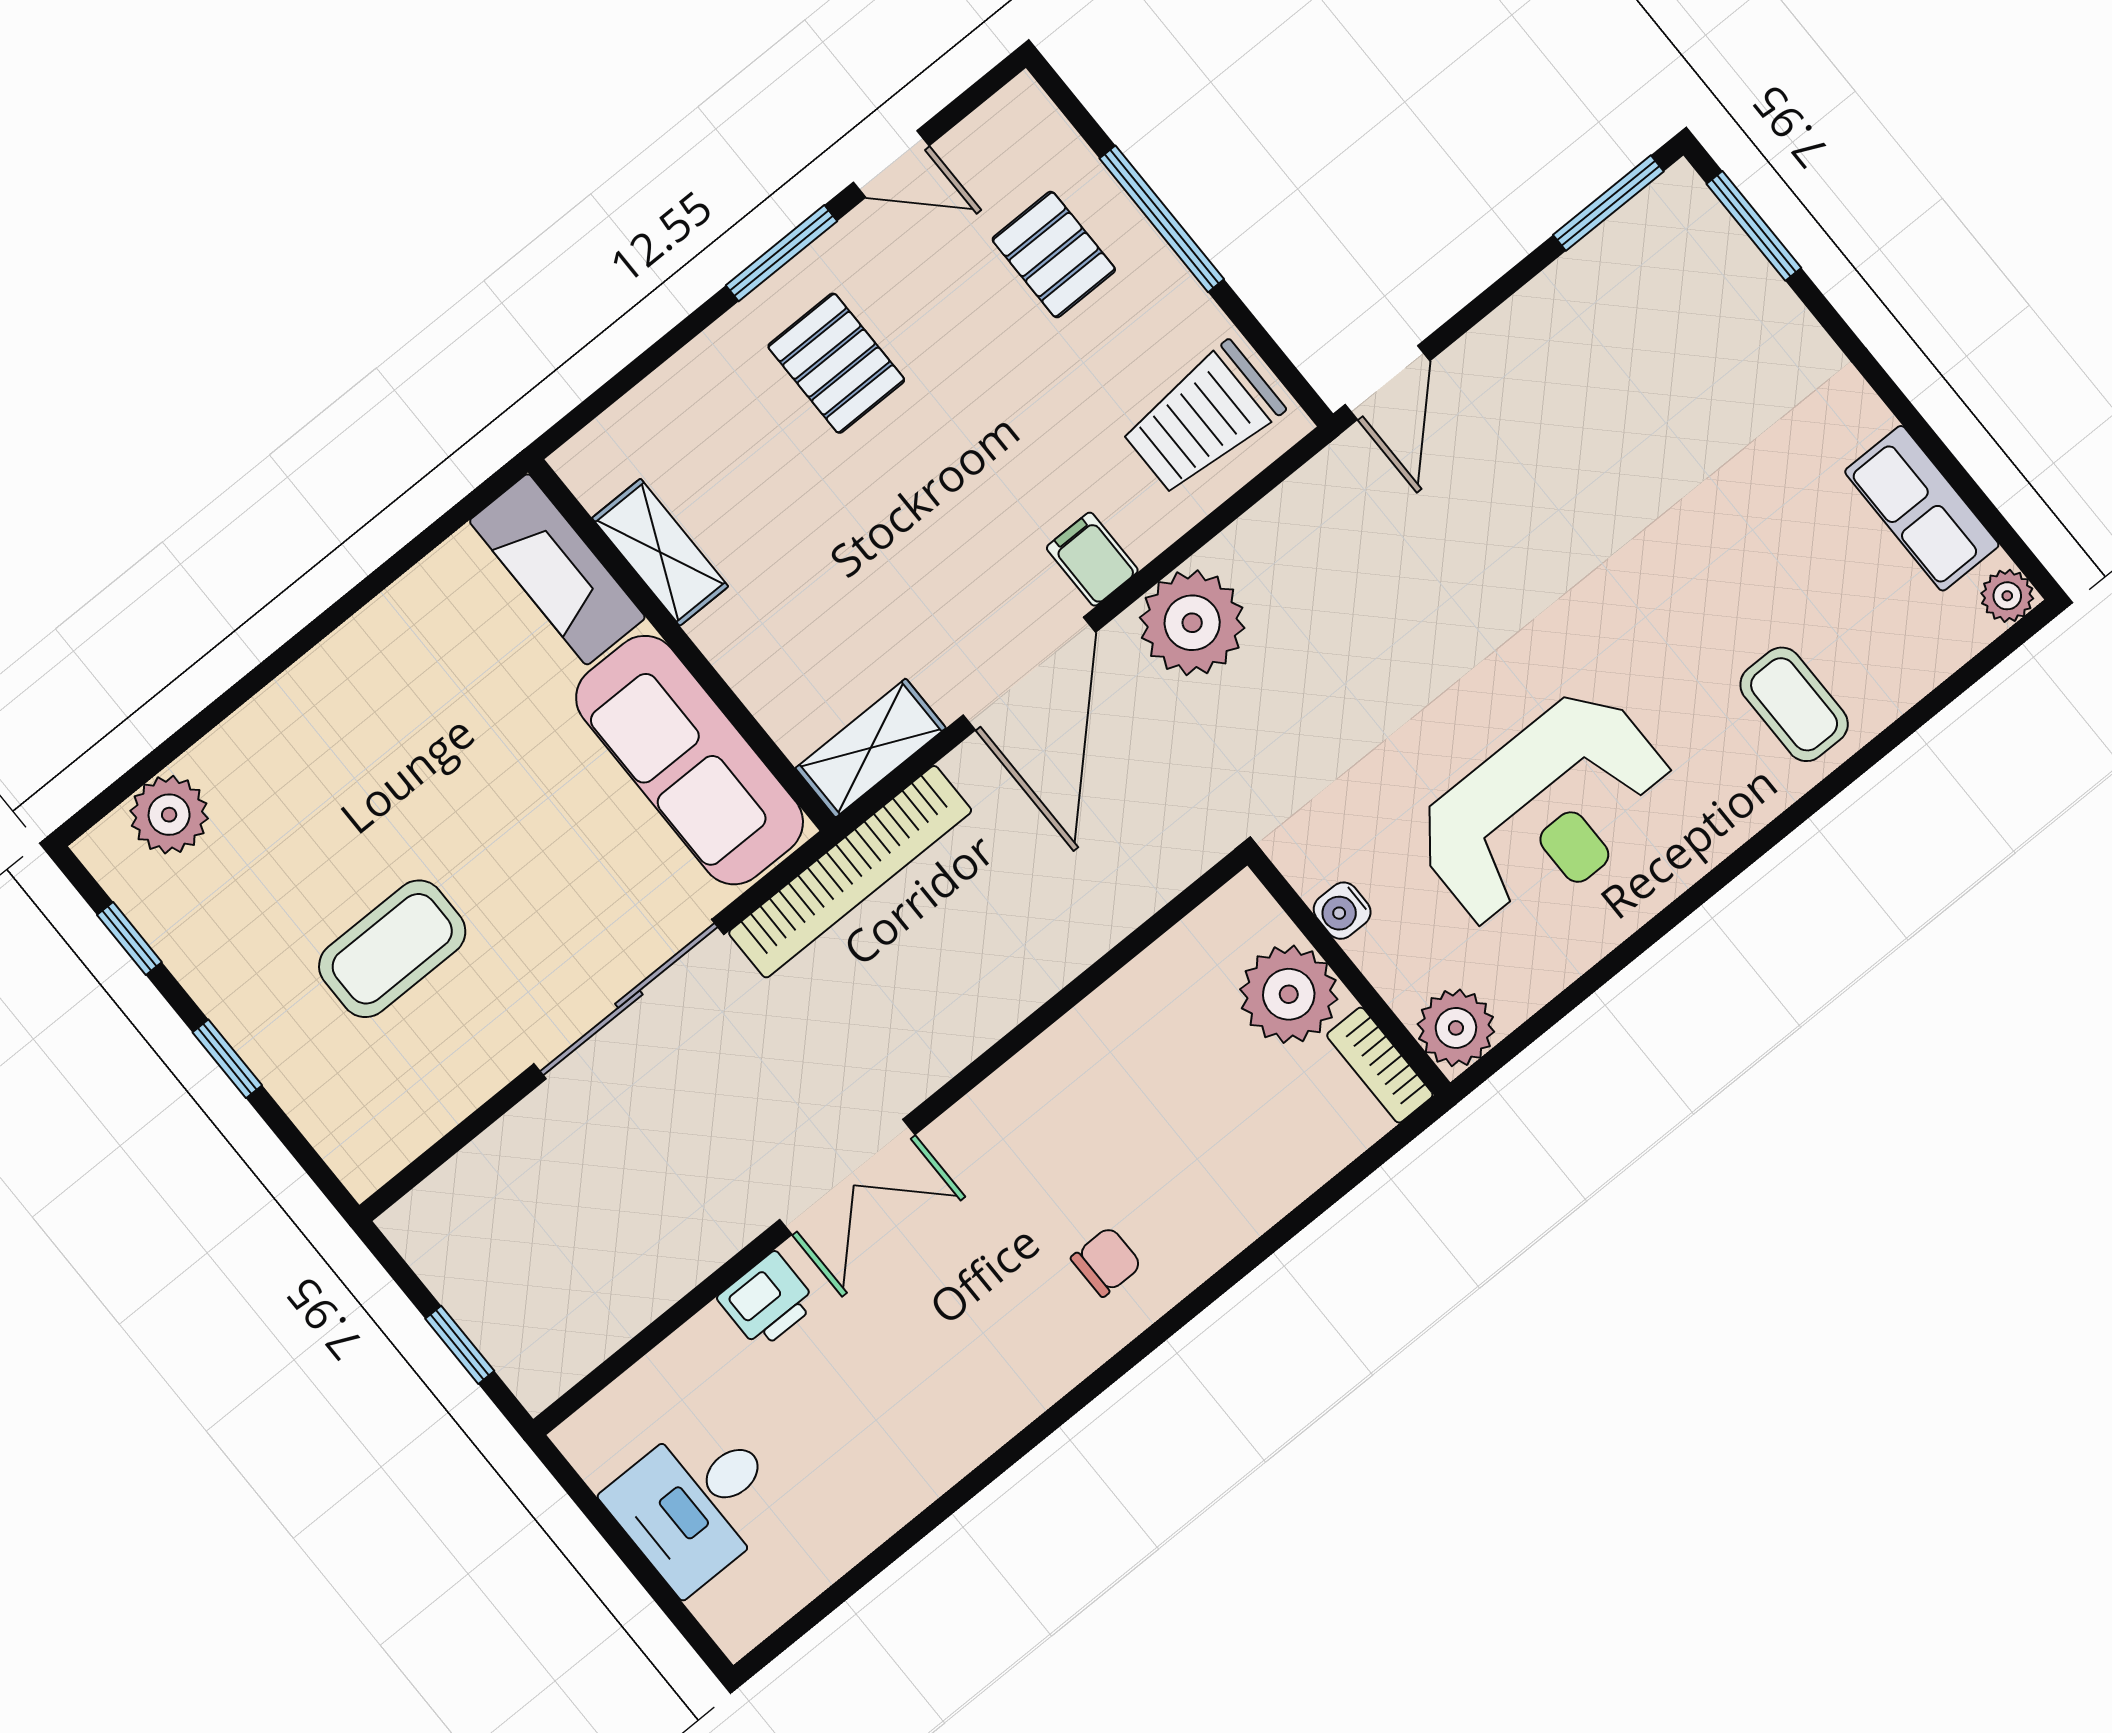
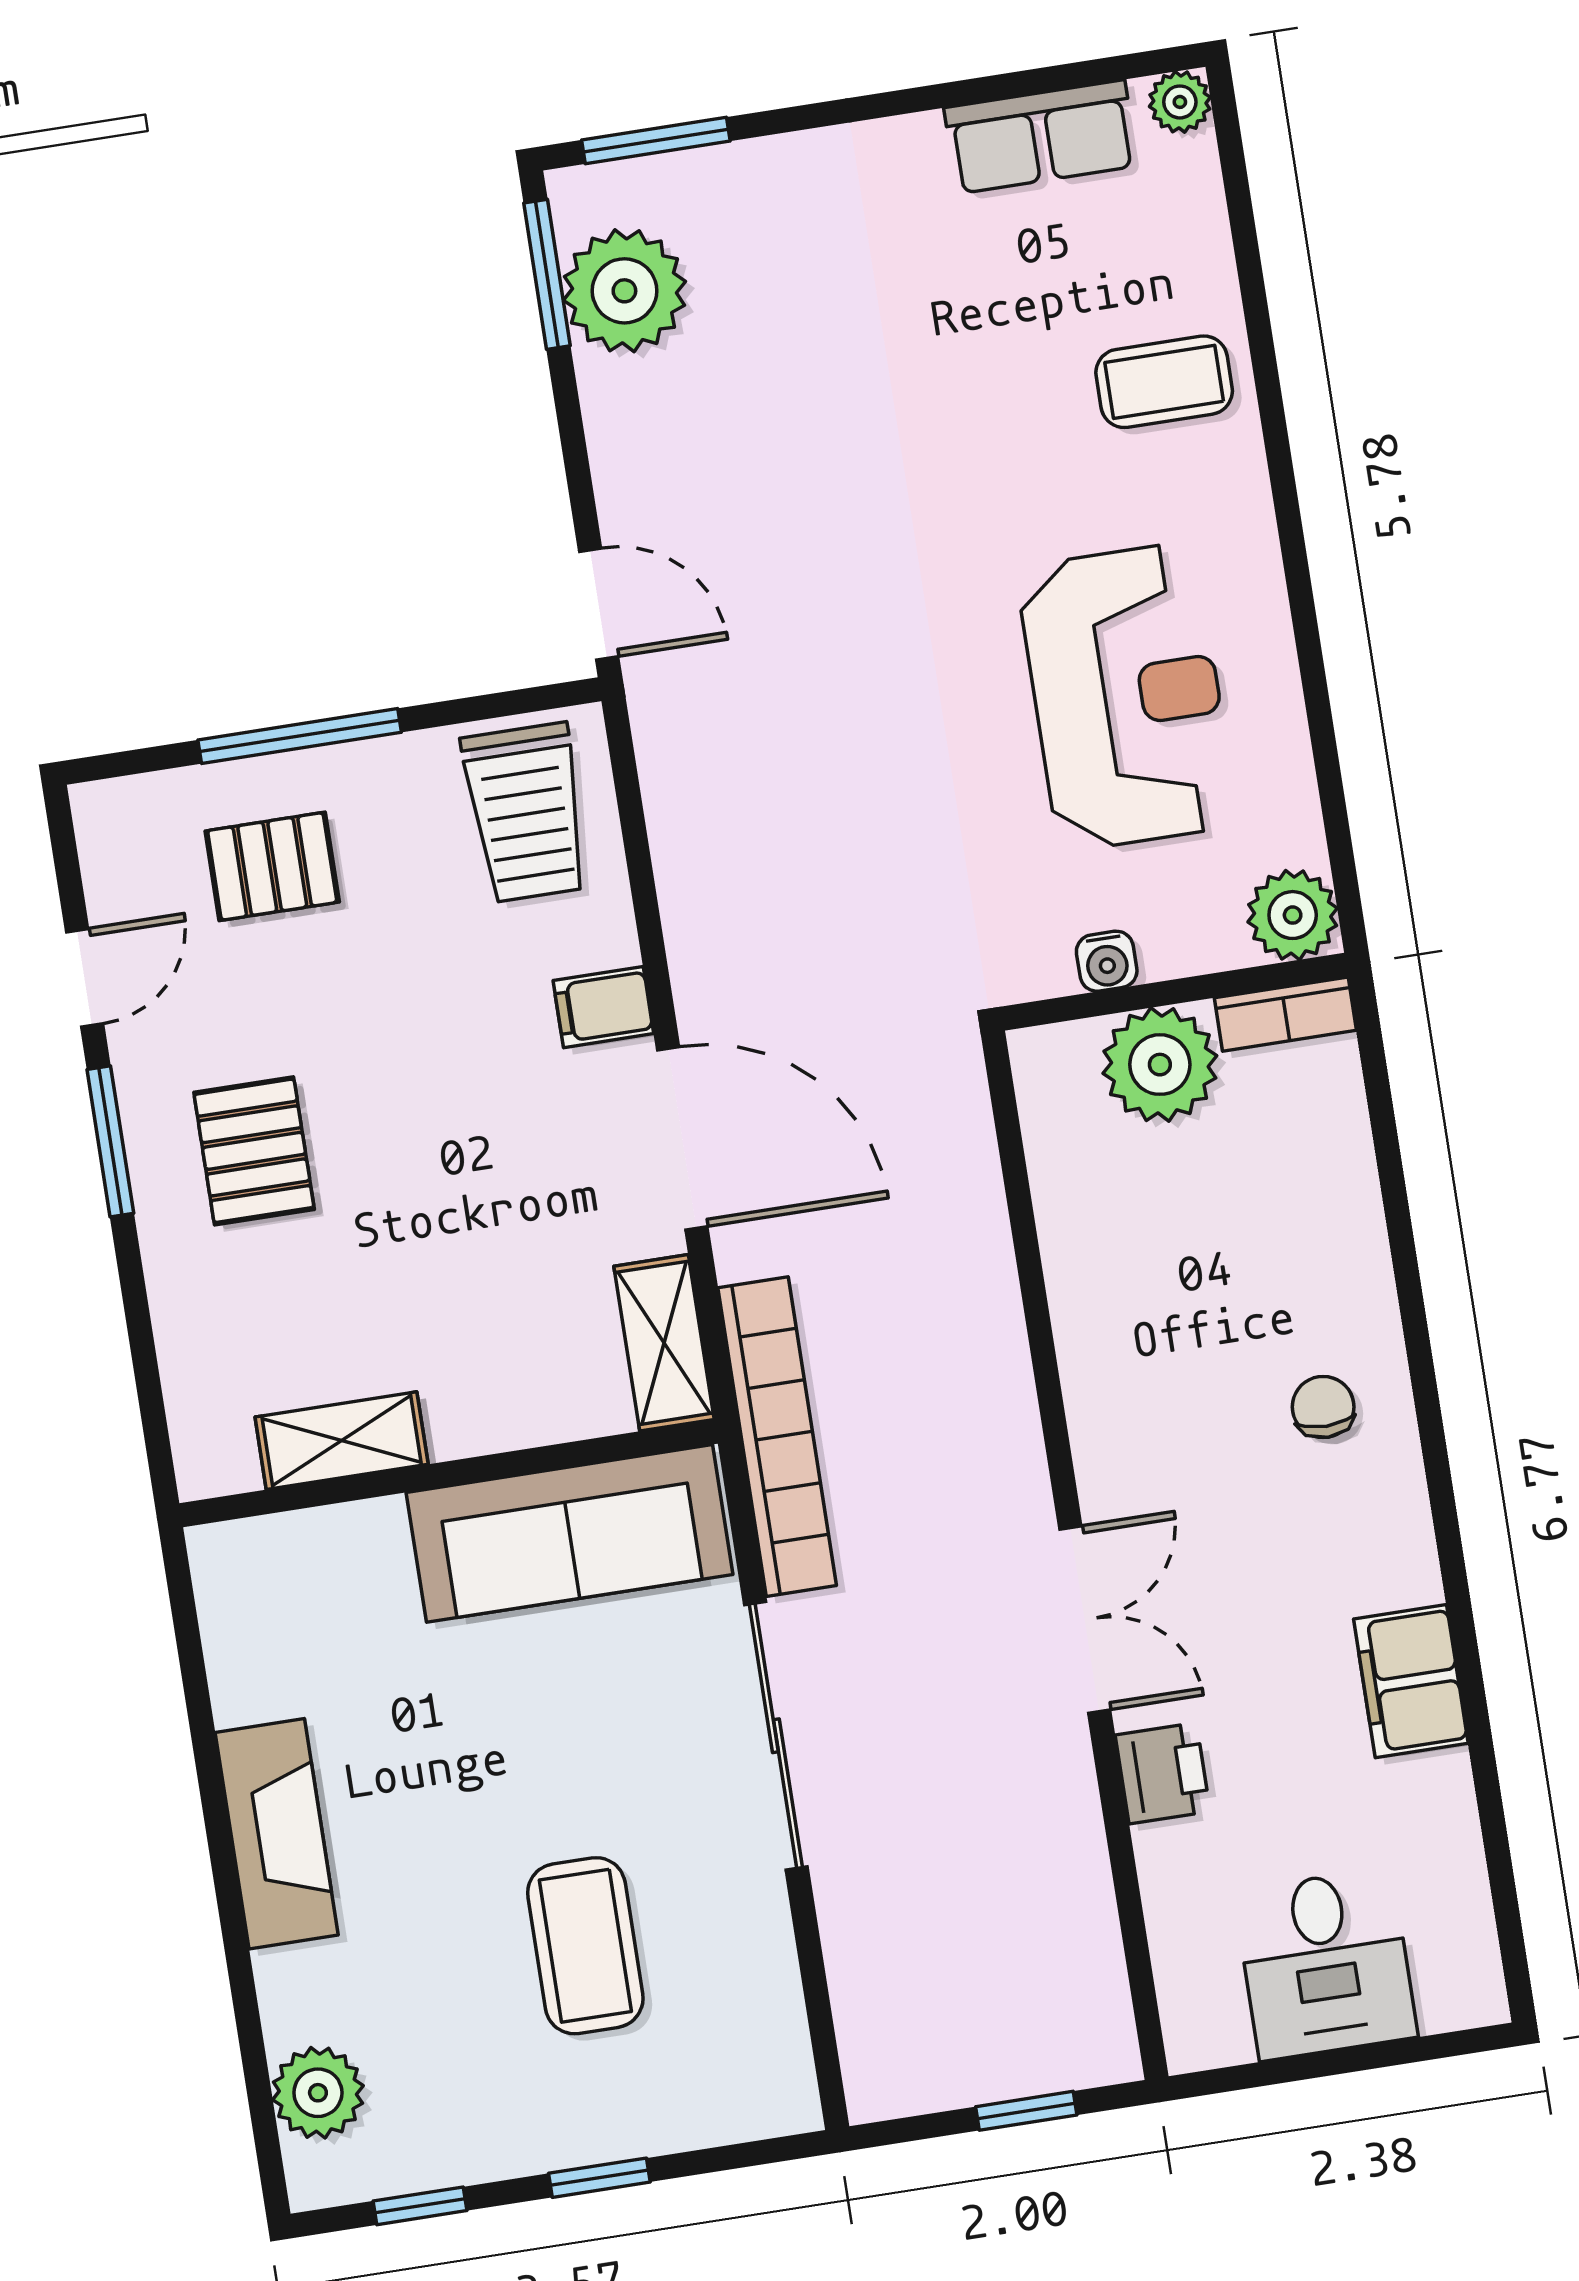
pallet: (836, 363) -> (254, 1151), turned 90
fireplace: (557, 569) -> (277, 1834), moved, turned -90
plant: (1192, 623) -> (624, 291), moved
filing cabinet: (942, 1444) -> (1411, 1681), added

